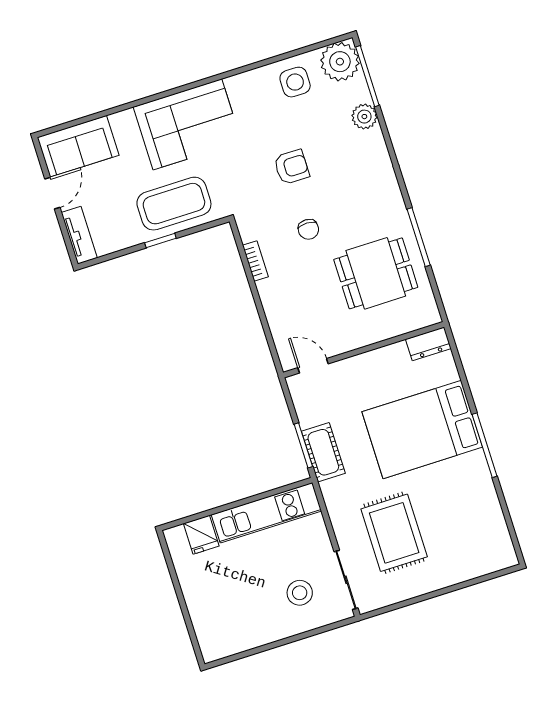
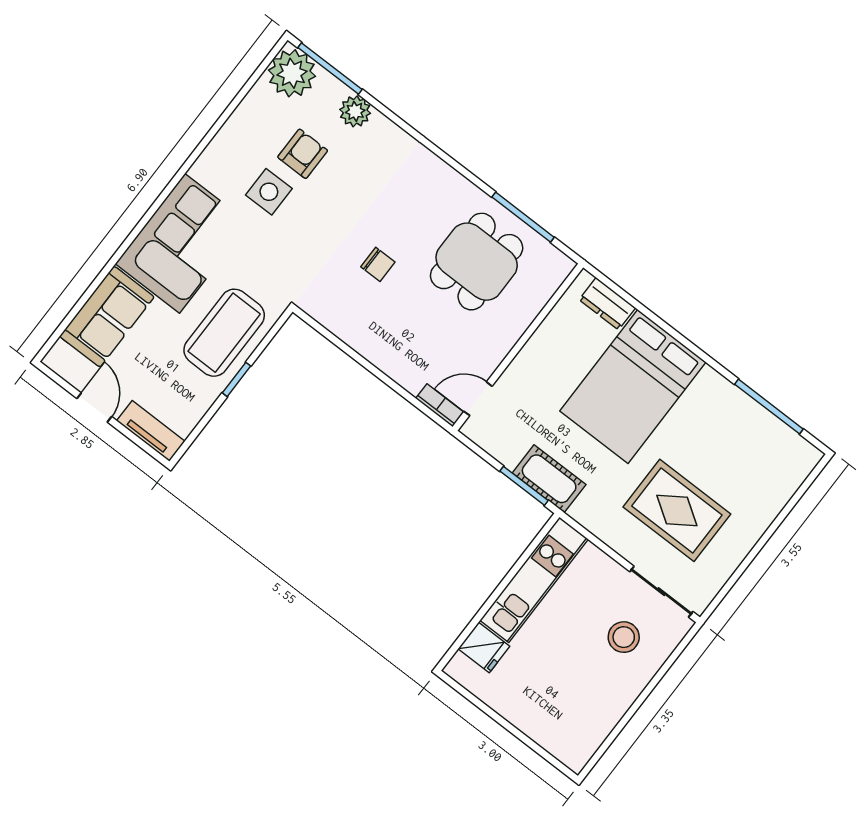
side table: (295, 82) -> (269, 192), moved
sofa: (78, 146) -> (107, 317), moved
armchair: (292, 167) -> (303, 154), moved
window: (419, 237) -> (523, 217), moved
bookcase: (255, 261) -> (440, 405), moved
dresser: (428, 344) -> (607, 304), moved, turned 90
window: (485, 445) -> (769, 407), moved

